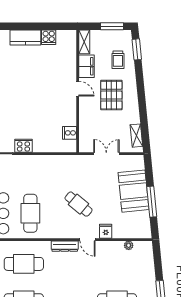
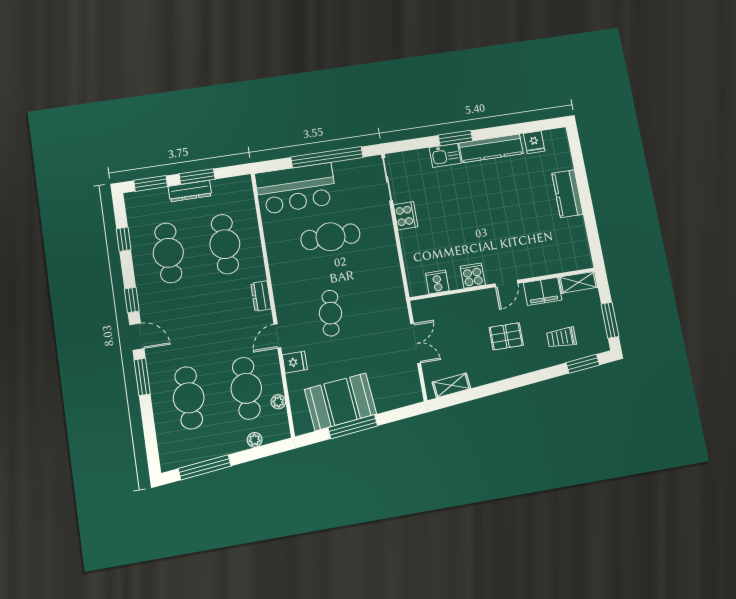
cooker: (49, 37) -> (473, 276), moved, turned 90
pallet: (111, 95) -> (506, 336), width x0.67, depth x0.71
booth: (133, 191) -> (340, 402), moved
cafe table: (79, 204) -> (330, 313), turned -33
cafe table: (30, 213) -> (330, 237), moved
dresser: (65, 246) -> (261, 296), width x0.70
cafe table: (117, 264) -> (246, 388), added
plant: (150, 264) -> (255, 440), added

